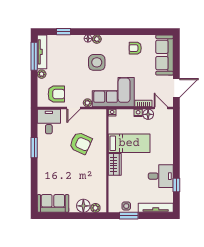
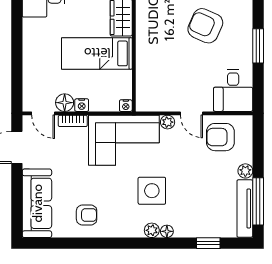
door: (73, 108) -> (191, 113), swing flipped
armchair: (81, 143) -> (205, 26), moved

